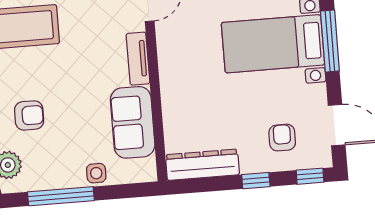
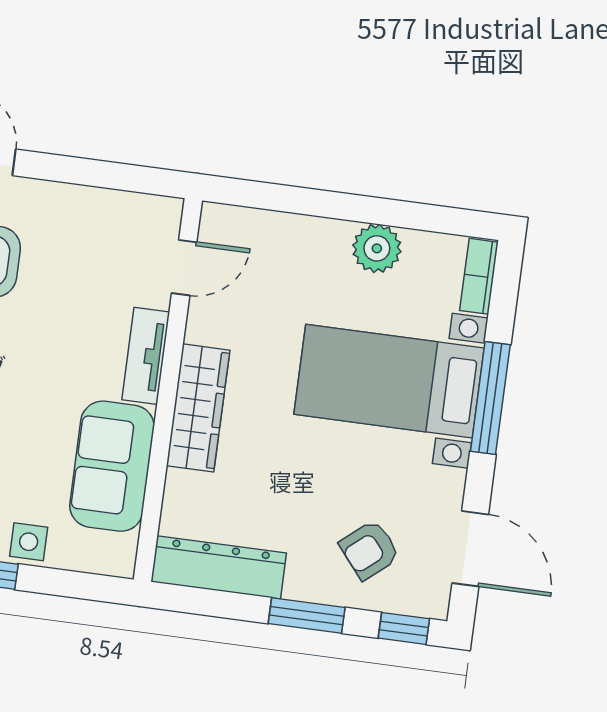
wardrobe: (173, 81) -> (198, 408), added
armchair: (282, 138) -> (369, 550), turned -130
window: (256, 181) -> (307, 616), width x1.50

